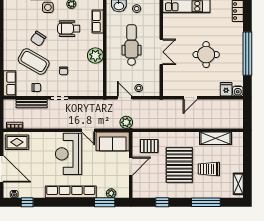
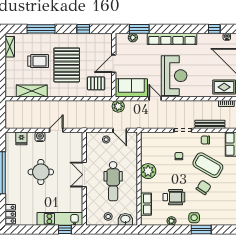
water cooler: (238, 91) -> (40, 137), moved

